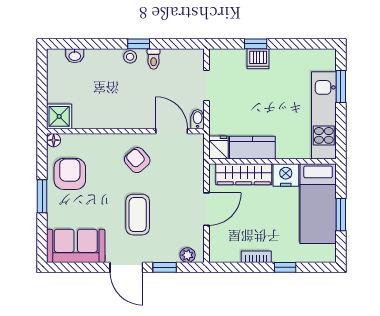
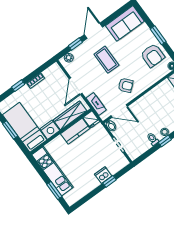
fireplace: (196, 164) -> (96, 104), added
door: (126, 267) -> (93, 31), hinge flipped

